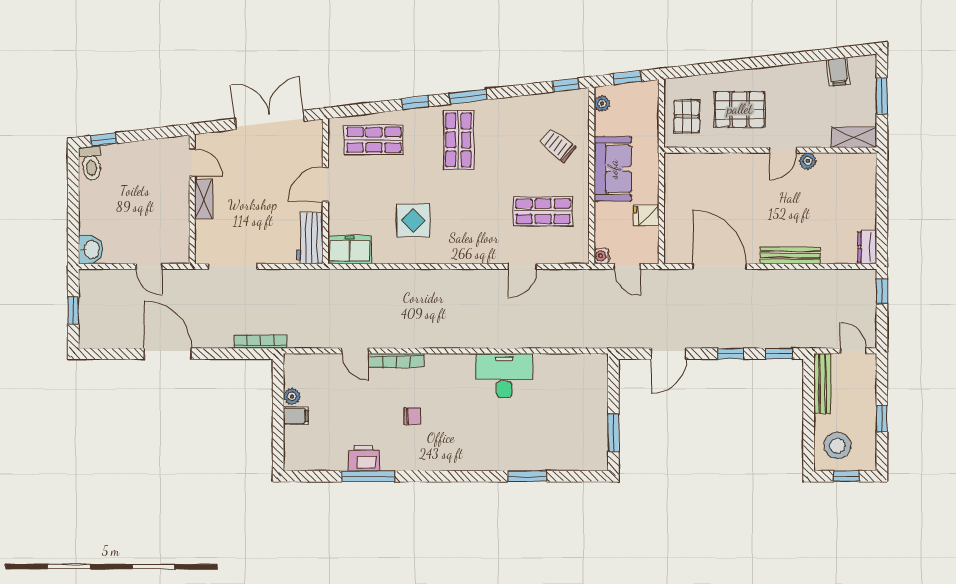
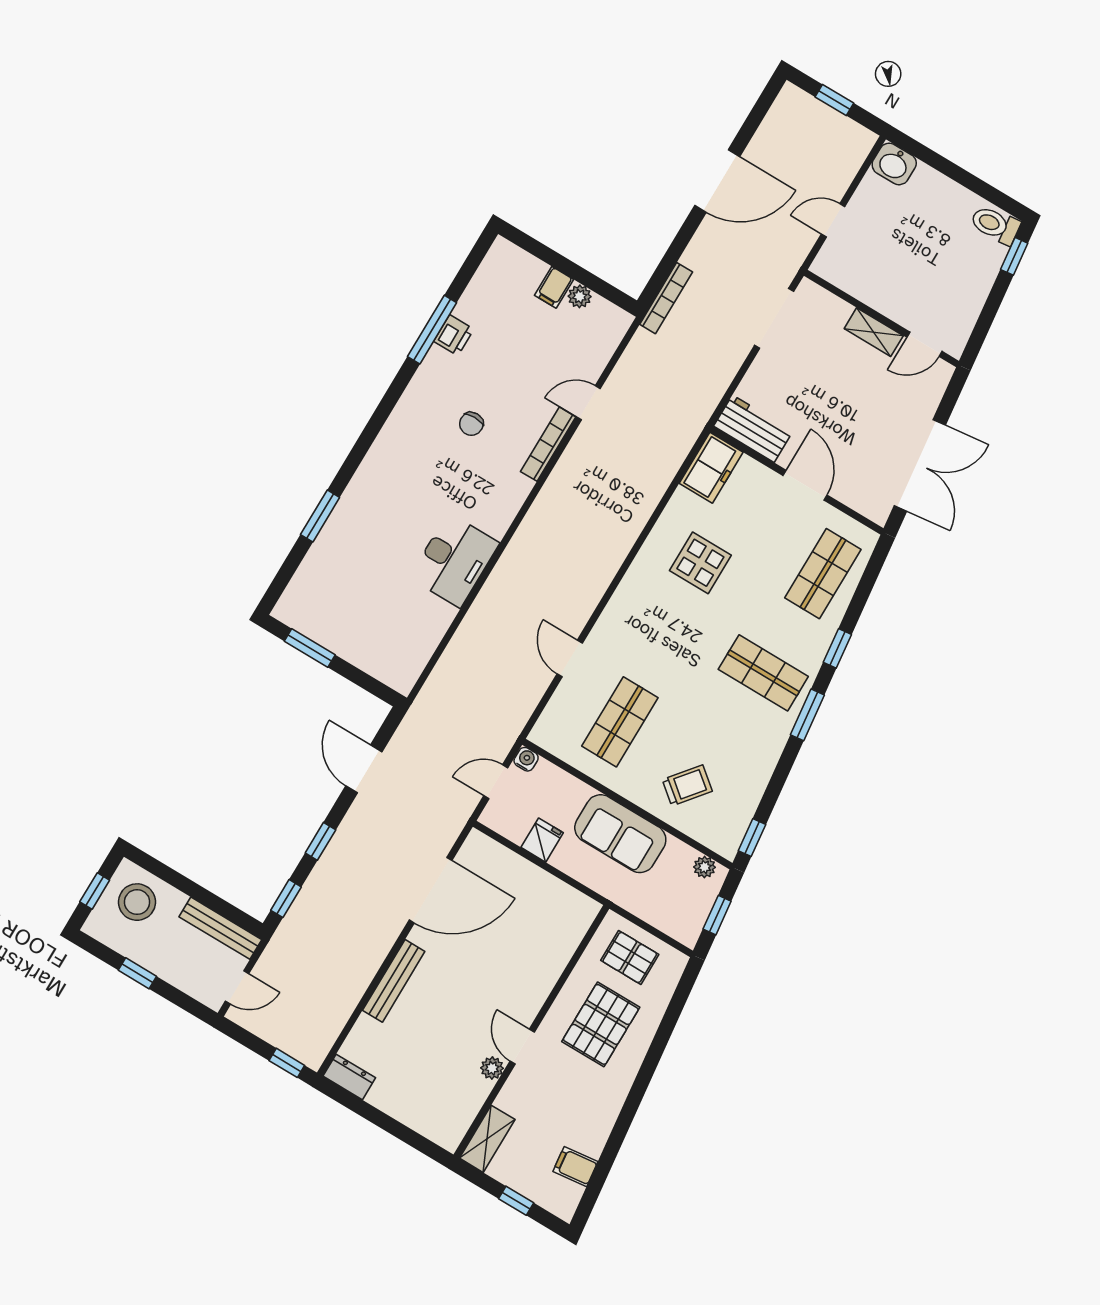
window: (882, 96) -> (516, 1201), width x0.67
printer: (364, 458) -> (454, 335), width x0.73, depth x0.81

